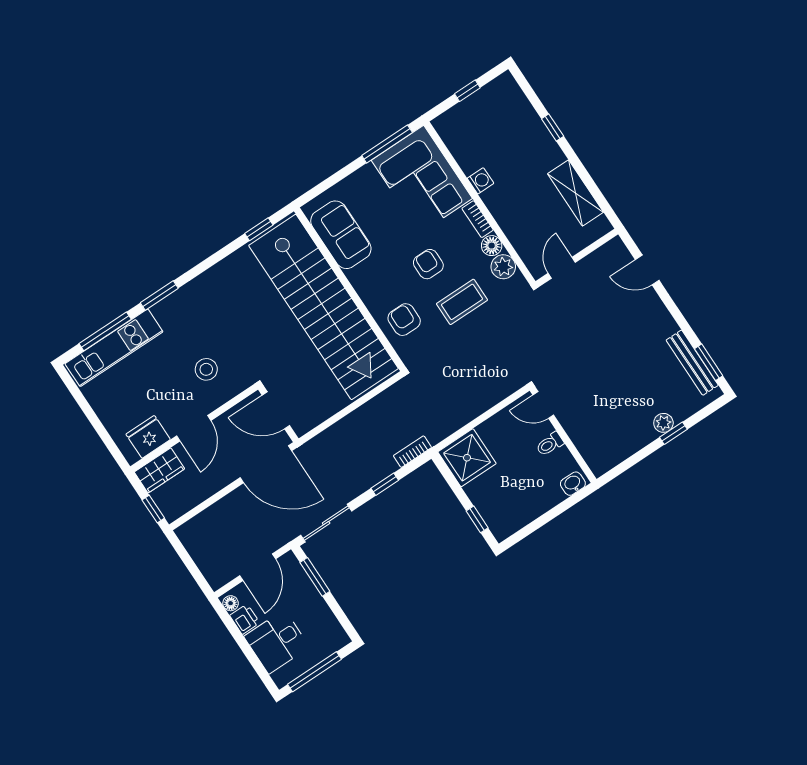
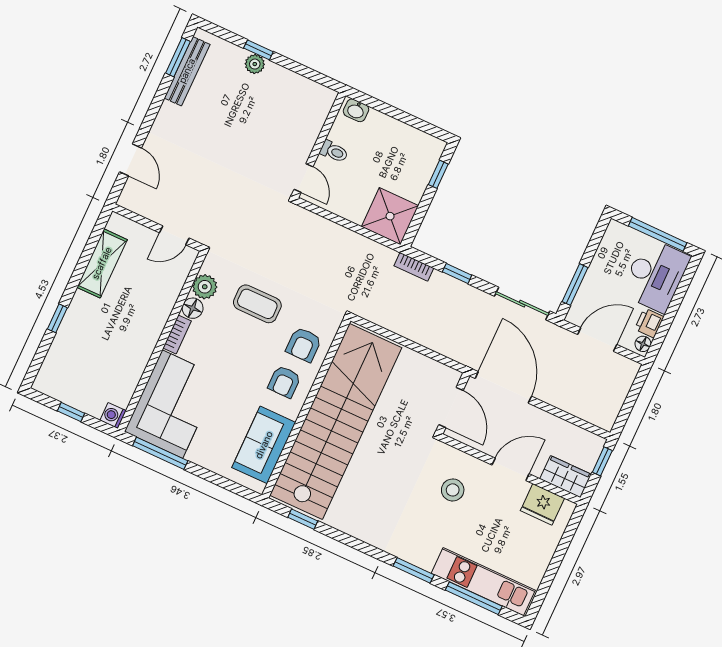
washing machine: (481, 181) -> (113, 415), moved
armchair: (428, 264) -> (284, 382), moved
desk: (277, 642) -> (655, 275), width x1.37

